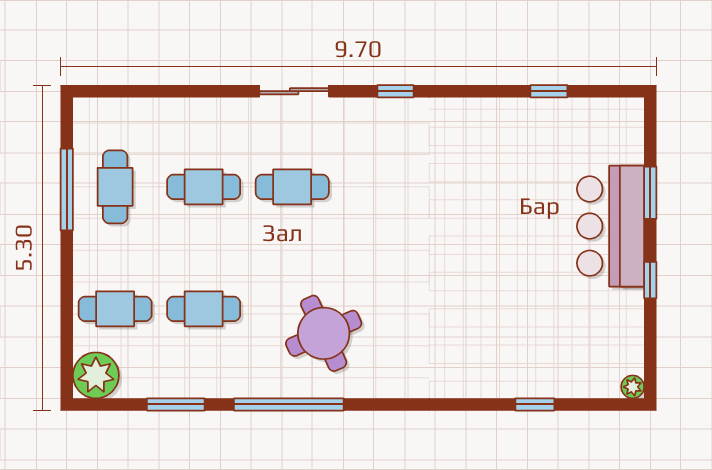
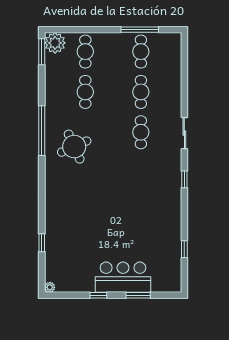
cafe table: (115, 187) -> (141, 52), turned 90
window: (176, 404) -> (42, 52), moved

